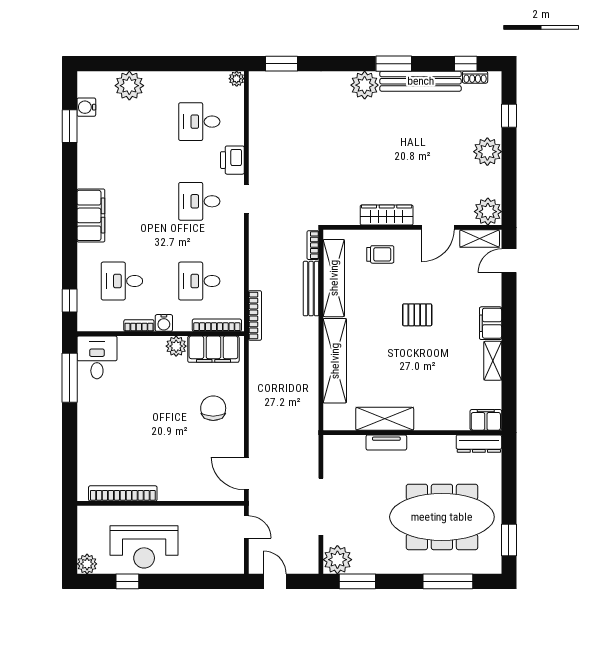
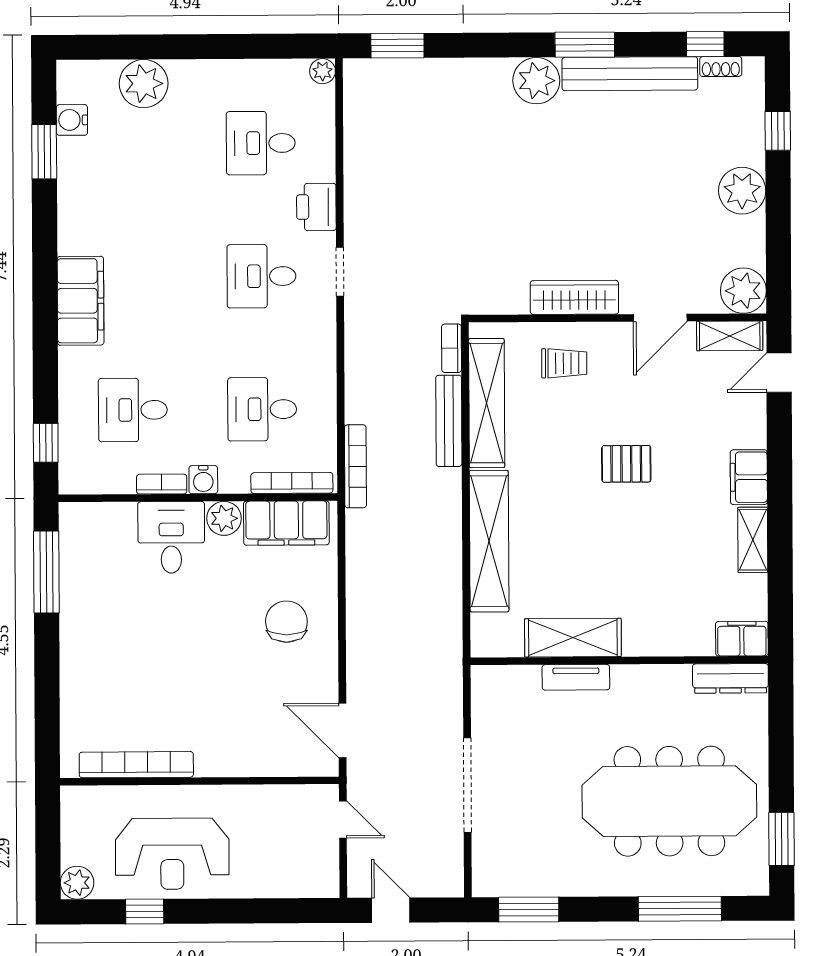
desk: (97, 357) -> (171, 537), moved
plant: (337, 560) -> (495, 873), removed

